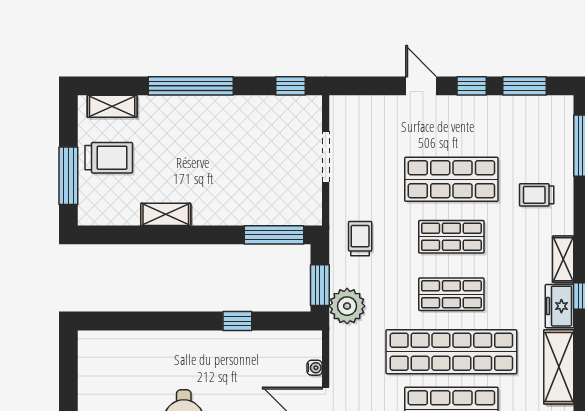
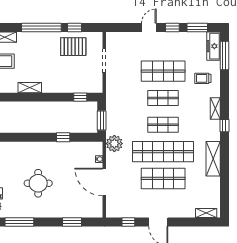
window: (291, 86) -> (75, 28), moved
door: (421, 86) -> (149, 28), hinge flipped
pallet: (259, 127) -> (73, 47), added
window: (274, 235) -> (80, 97), width x0.46
trolley: (360, 239) -> (120, 99), removed
plant: (347, 306) -> (114, 144), moved
freezer: (560, 306) -> (213, 46), moved, width x1.40

